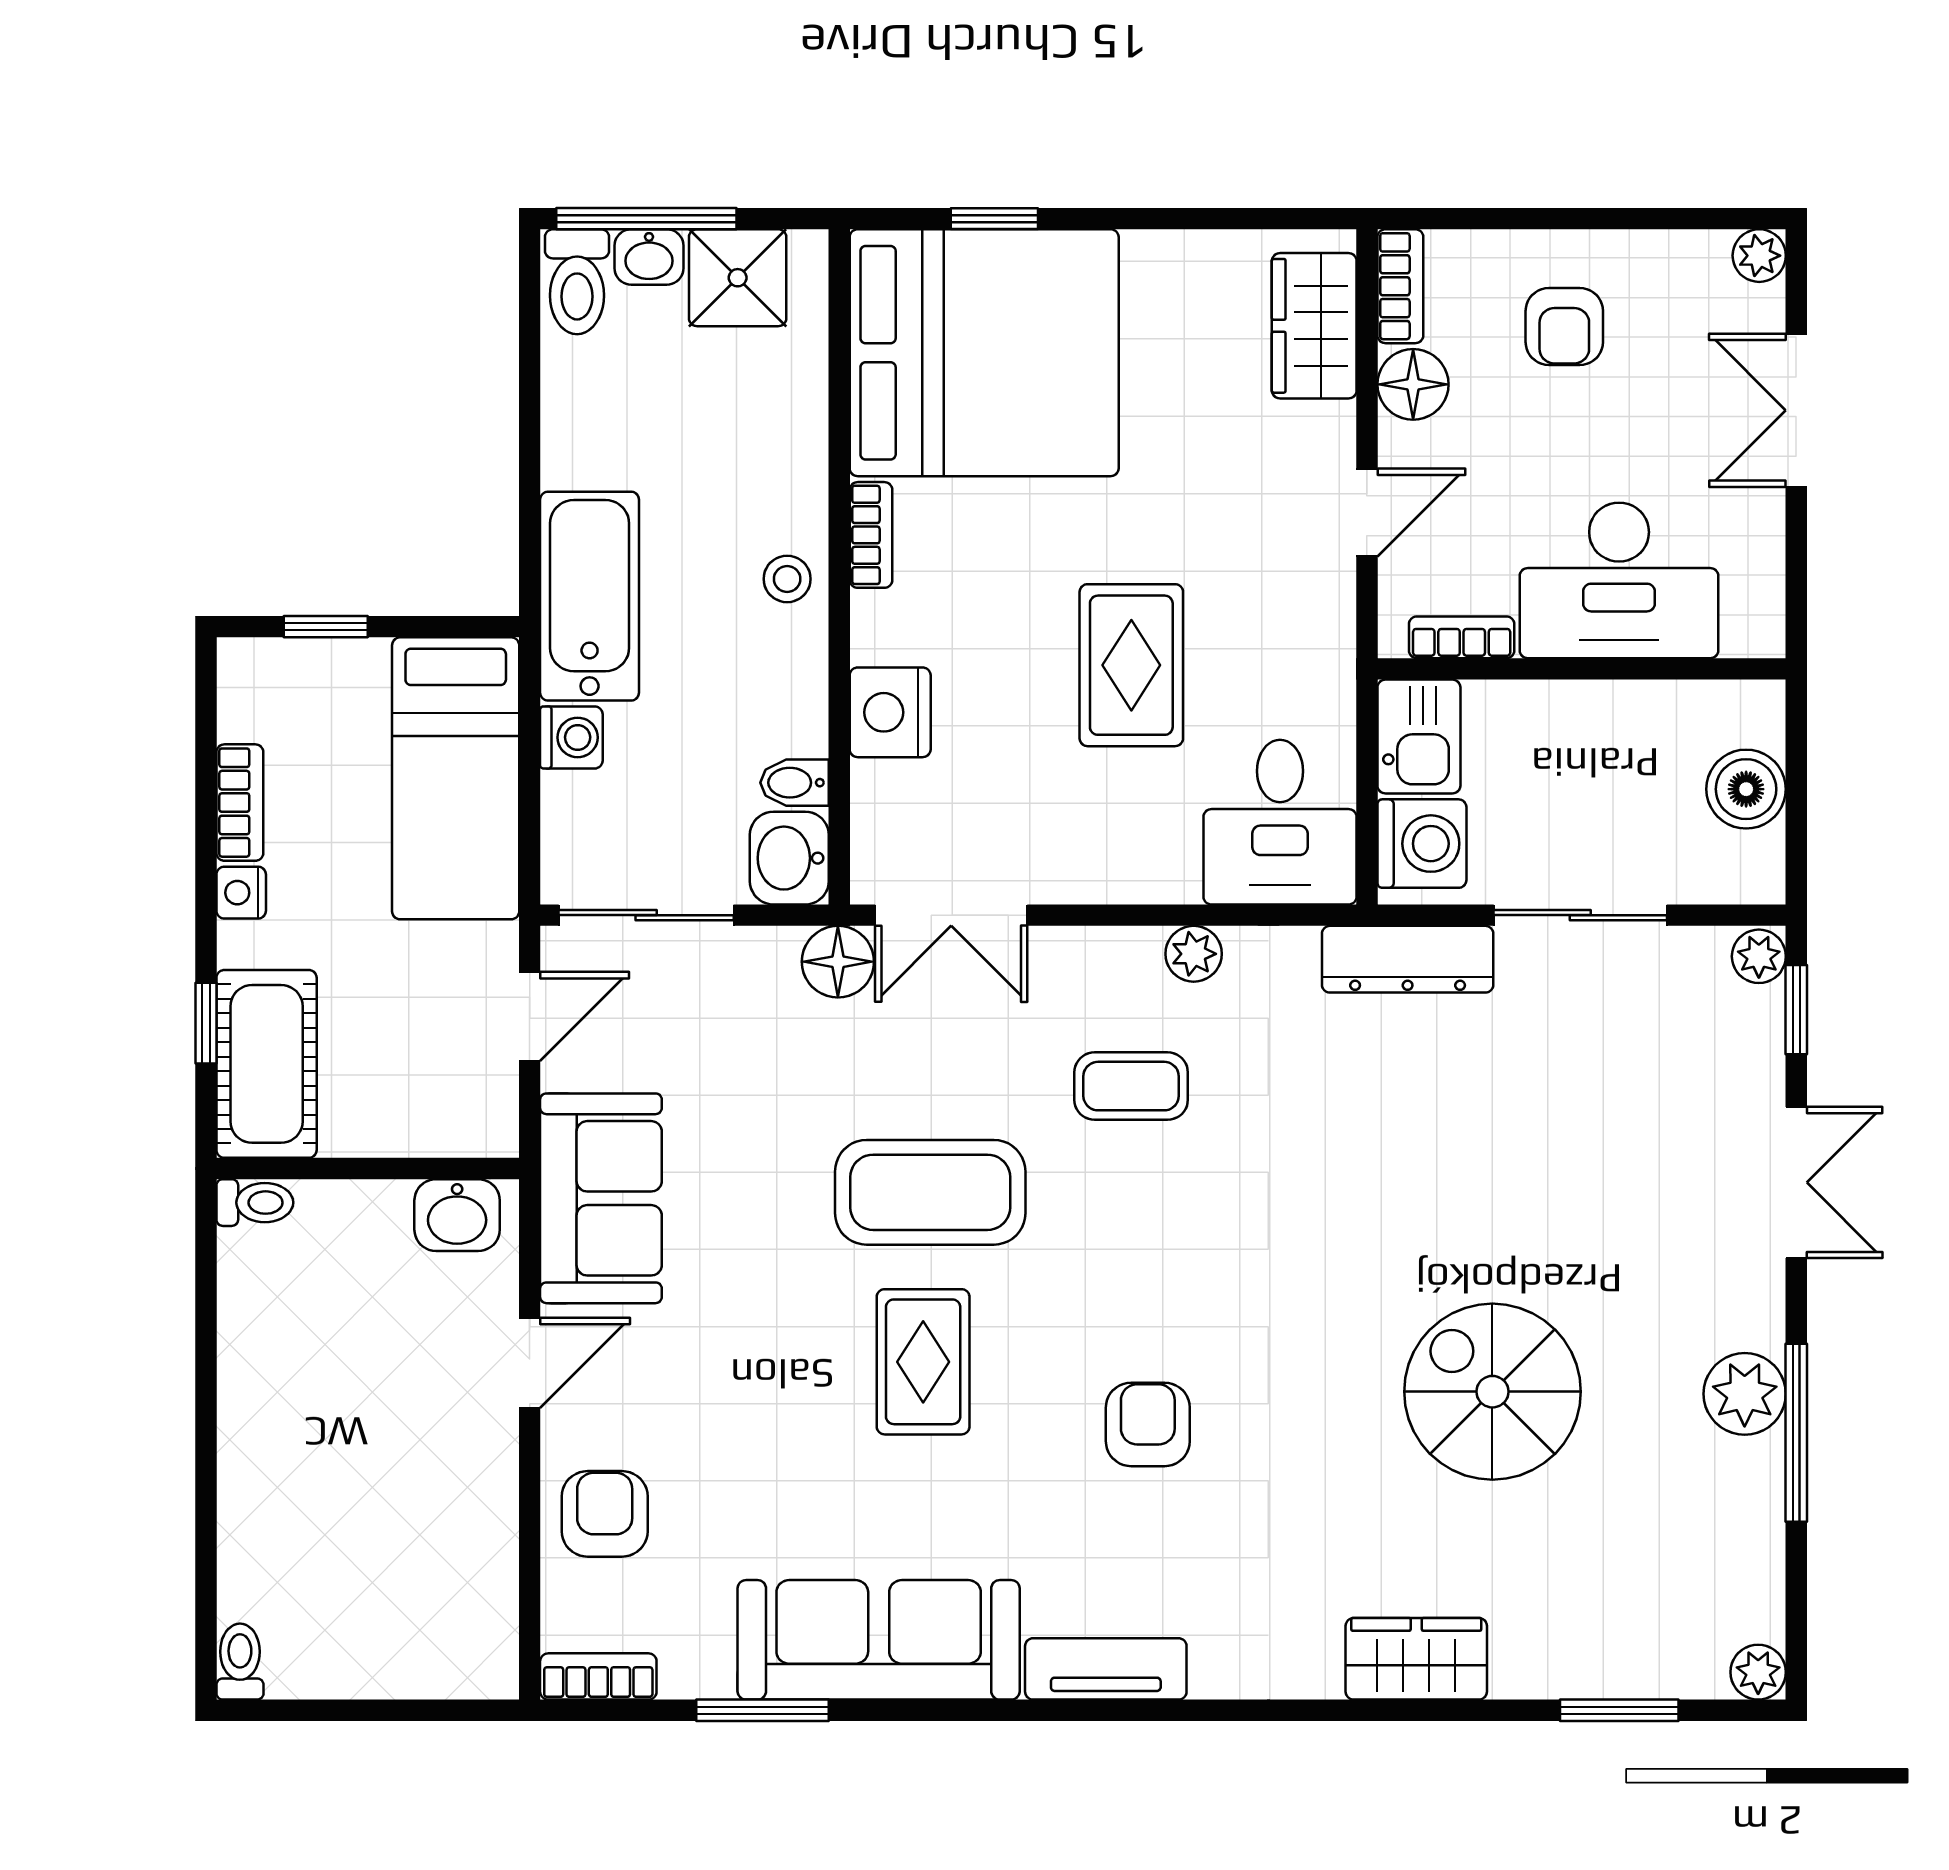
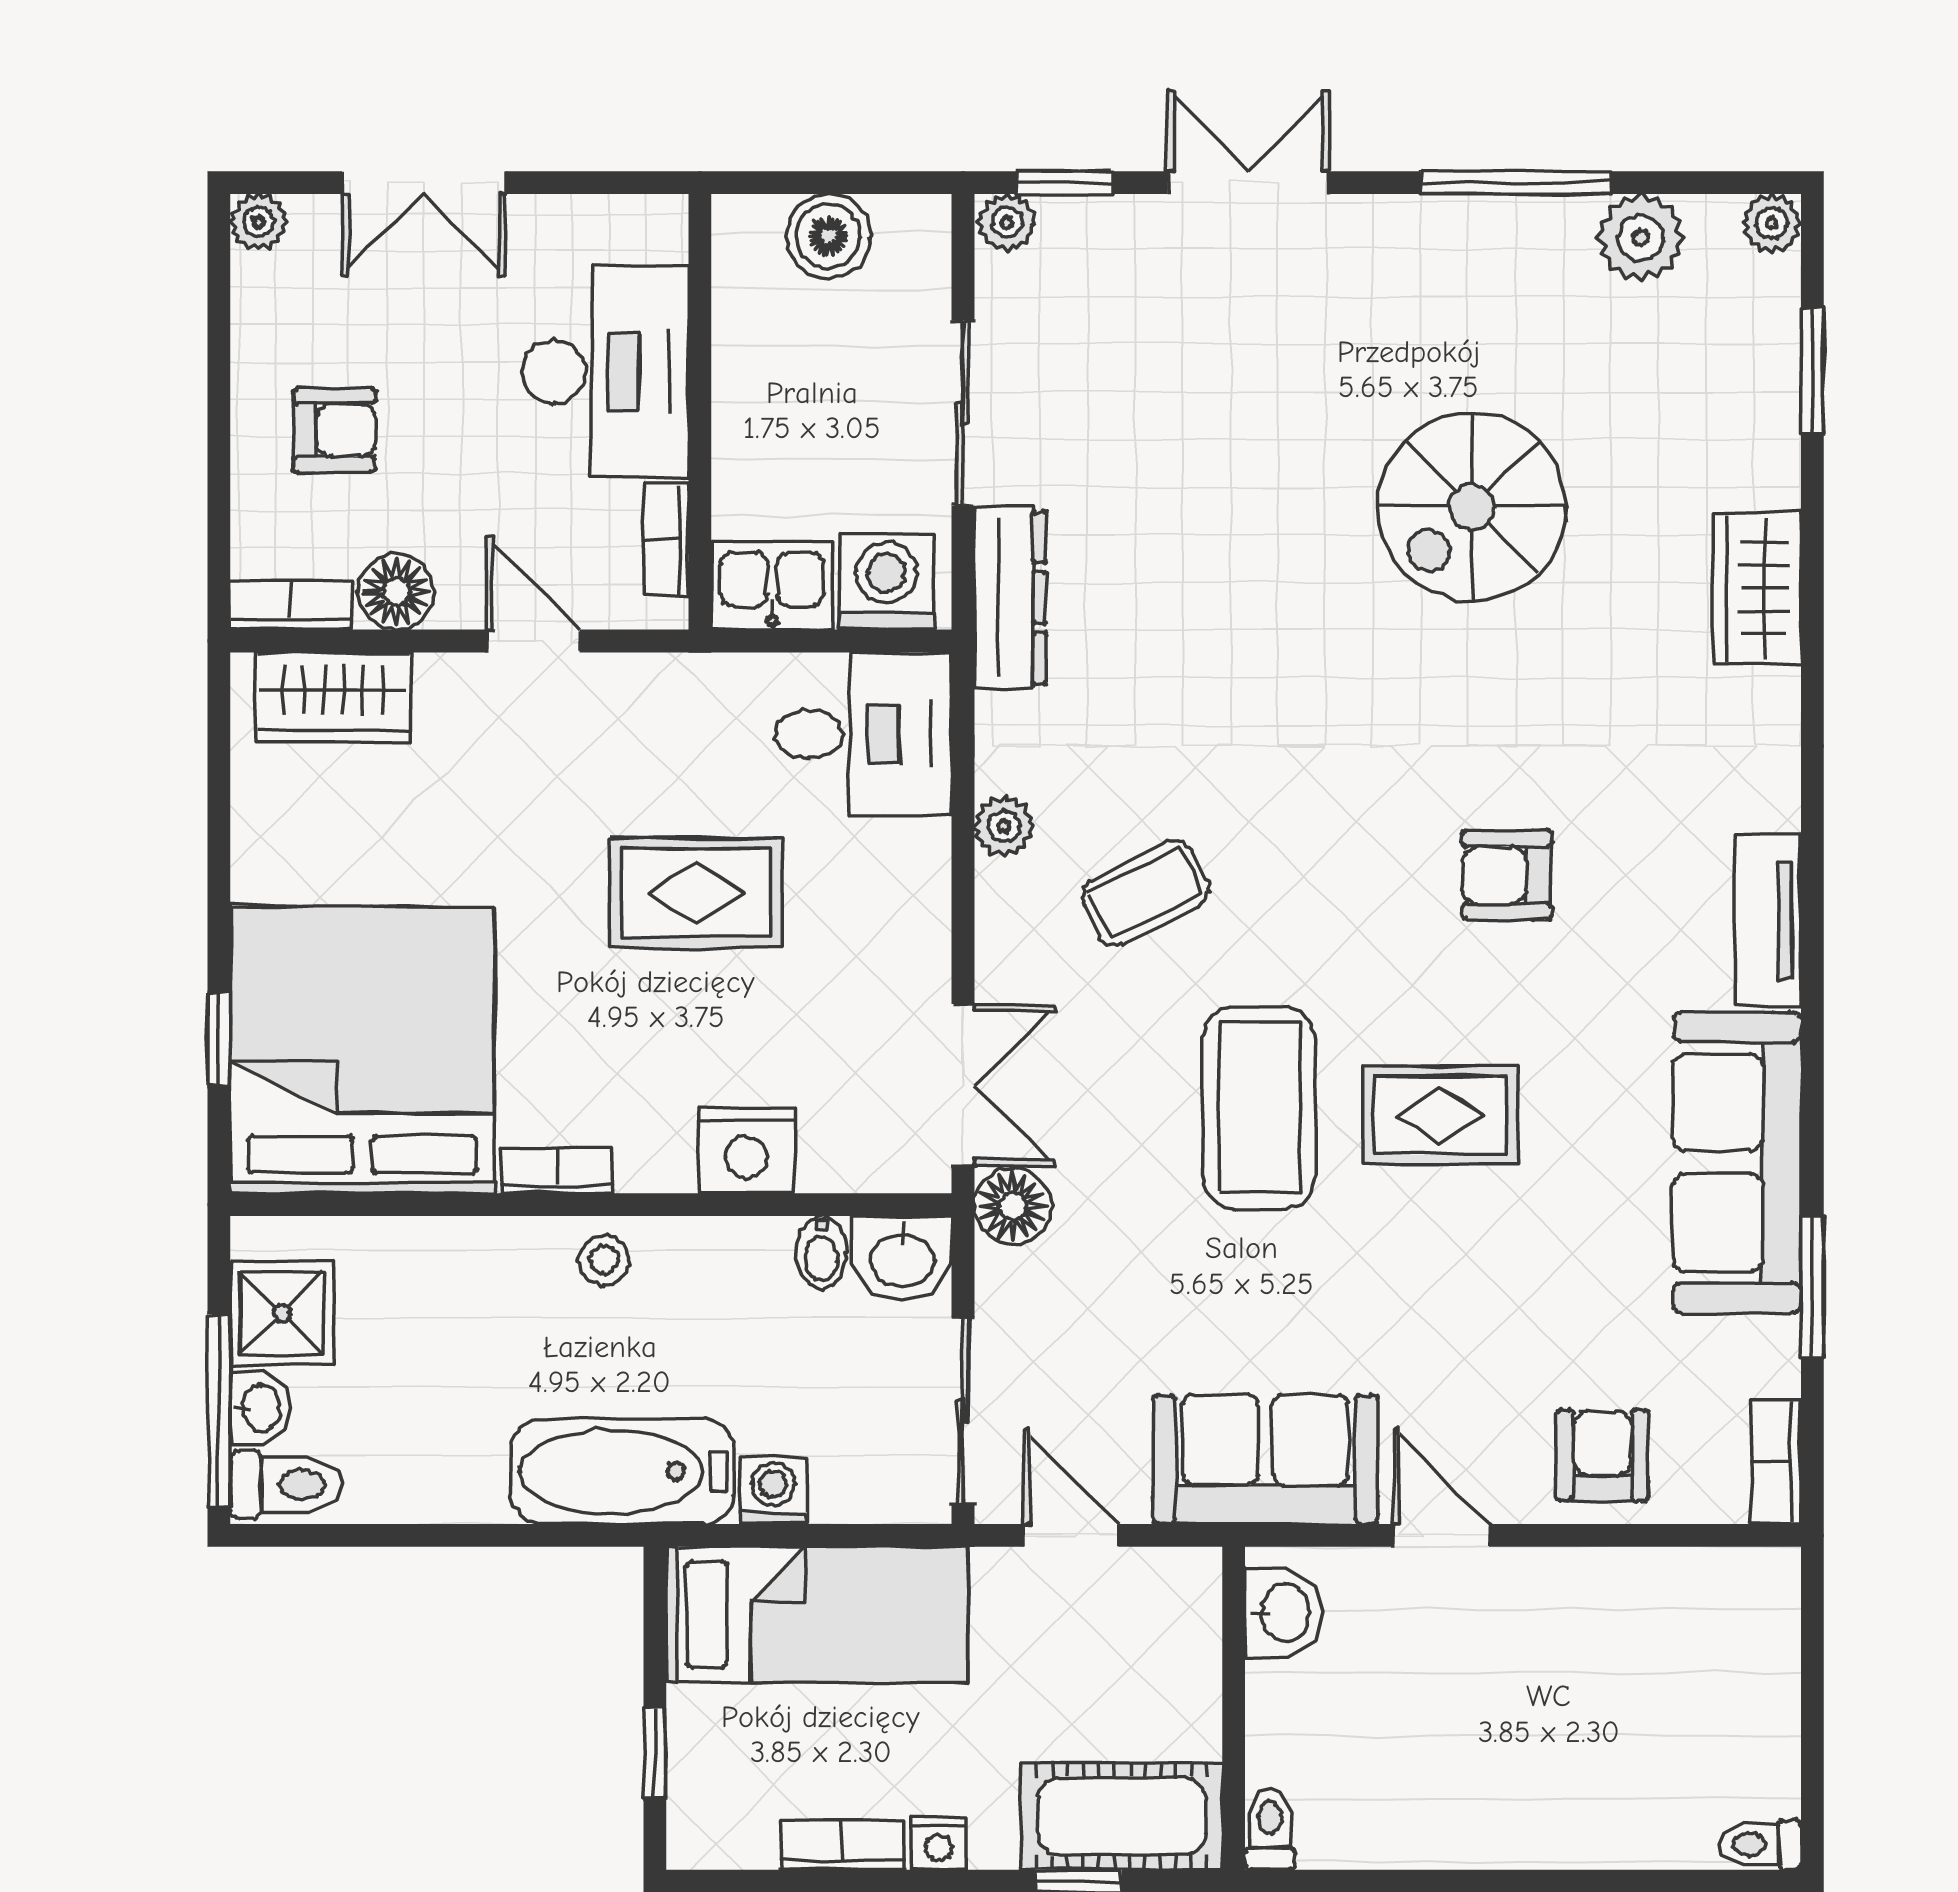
coffee table: (1131, 1086) -> (1146, 893), turned 63
plant: (1745, 1394) -> (1641, 238), moved
armchair: (605, 1514) -> (1602, 1455), turned 90

